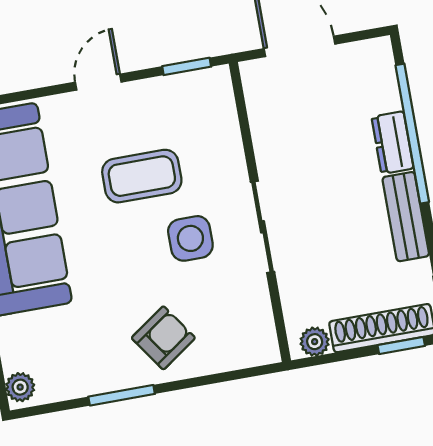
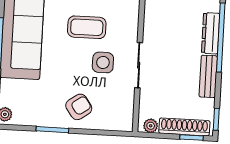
dresser: (393, 143) -> (211, 33), width x1.44

